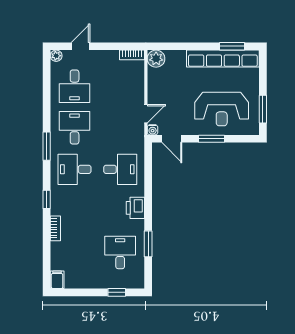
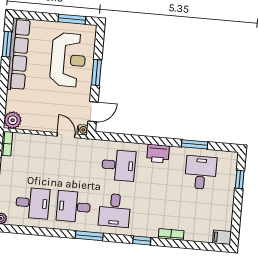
desk: (120, 169) -> (119, 165), turned 90
desk: (120, 252) -> (201, 173), turned 90

